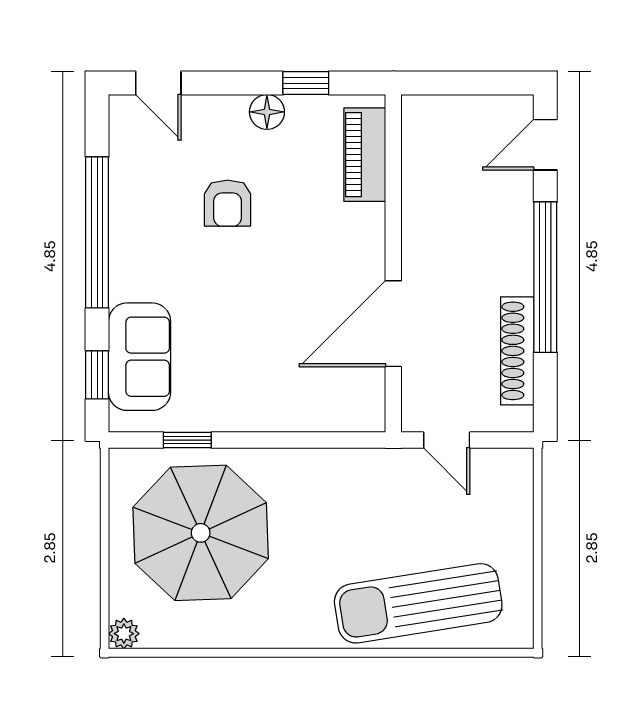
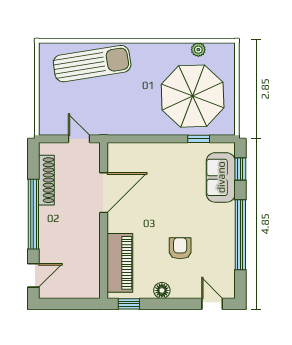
window: (306, 83) -> (129, 304), moved
piano: (365, 155) -> (120, 263), width x1.37, depth x1.33
plant: (124, 634) -> (198, 50), moved

